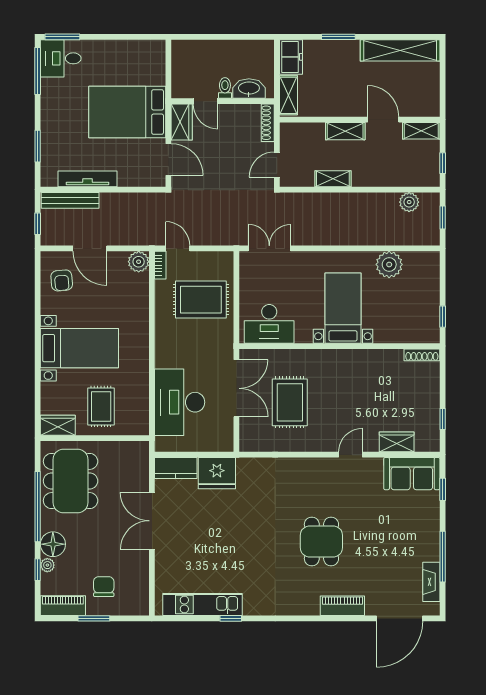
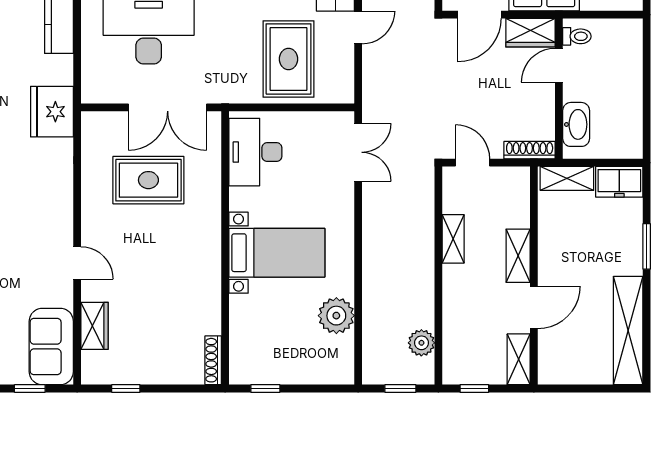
toilet: (225, 88) -> (577, 36), moved
fridge: (217, 473) -> (52, 112), moved

